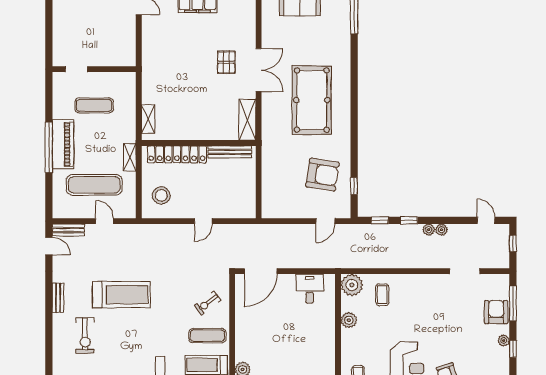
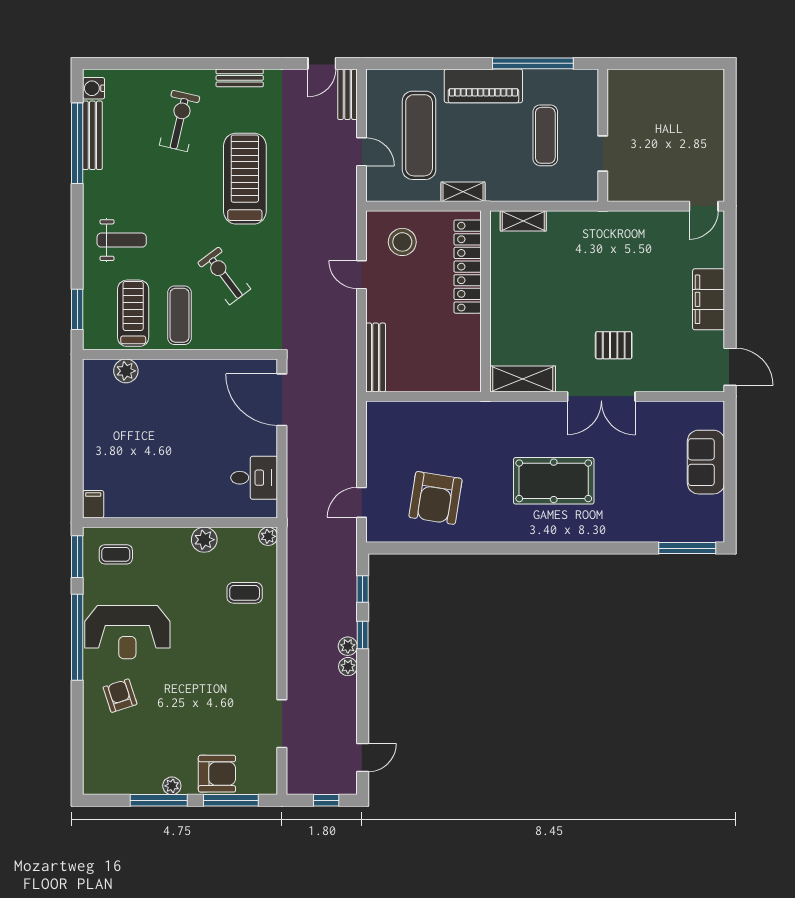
doorway: (76, 69) -> (603, 153), moved
pool table: (312, 100) -> (554, 481), width x0.73, depth x0.76
window: (49, 147) -> (533, 63), moved
bench: (230, 152) -> (376, 357), moved
window: (354, 186) -> (417, 548), removed
door: (105, 221) -> (362, 152), hinge flipped
door: (203, 221) -> (362, 275), moved
door: (325, 221) -> (362, 502), hinge flipped
plant: (442, 230) -> (348, 646), moved
plant: (352, 285) -> (268, 536), width x0.53, depth x0.53
treadmill: (121, 295) -> (245, 179), turned 180
exercise bike: (208, 303) -> (224, 276), moved, width x1.38, depth x1.39
exercise bike: (85, 336) -> (180, 121), turned 103
window: (513, 349) -> (159, 800), width x2.17

